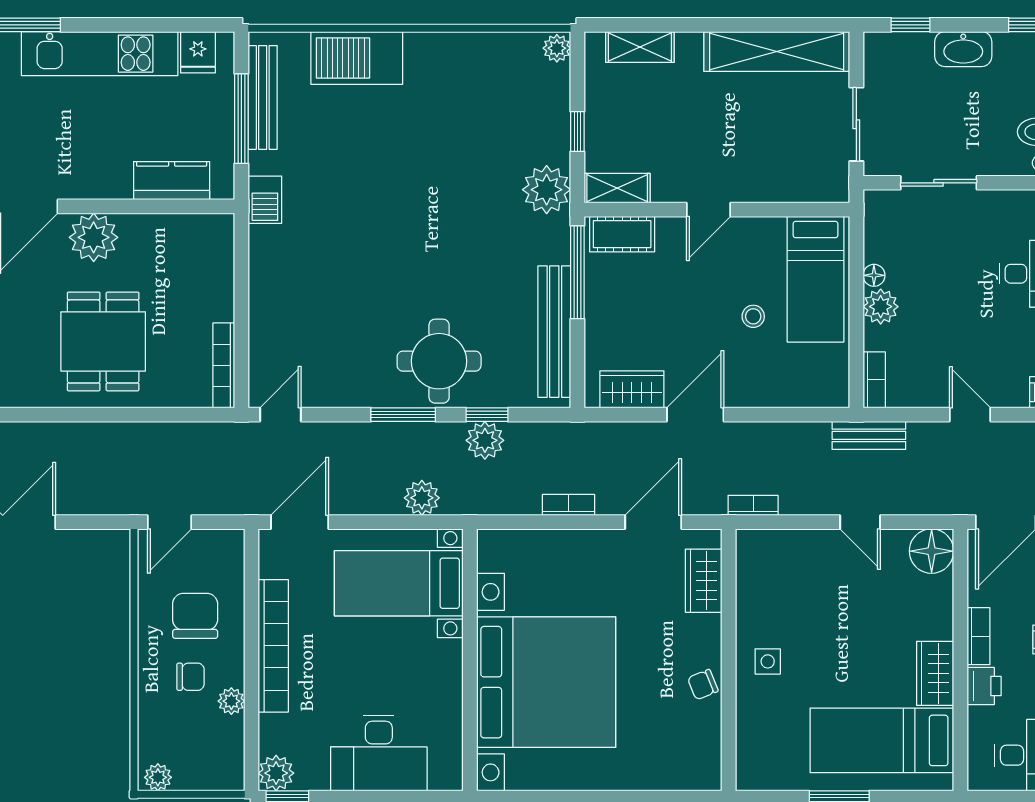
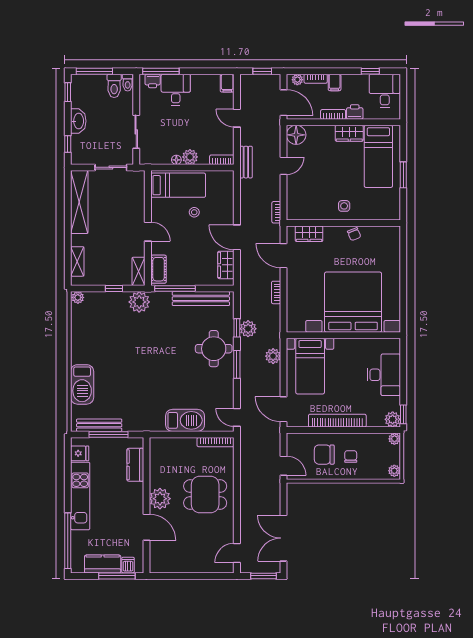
barbecue: (265, 200) -> (185, 420), moved, width x1.88, depth x1.53
door: (970, 415) -> (237, 118), hinge flipped
plant: (231, 701) -> (394, 439), moved

